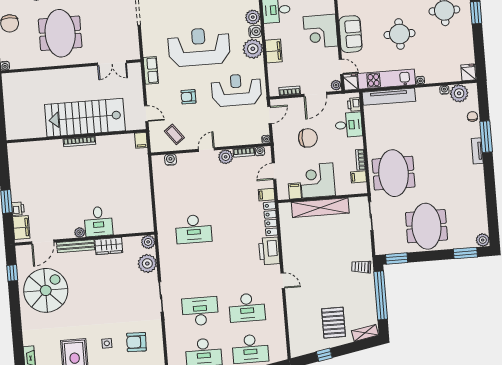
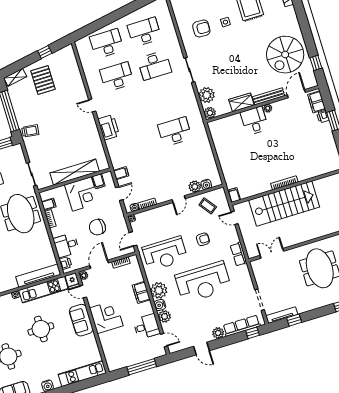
plant: (226, 157) -> (195, 187), moved
locker: (271, 219) -> (113, 154), removed

